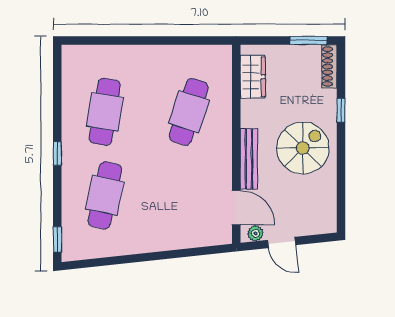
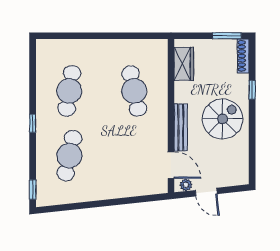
cafe table: (189, 112) -> (134, 91), turned -30

